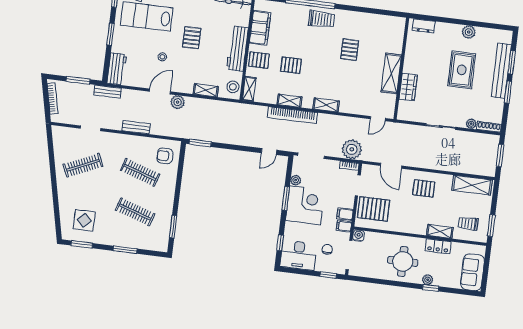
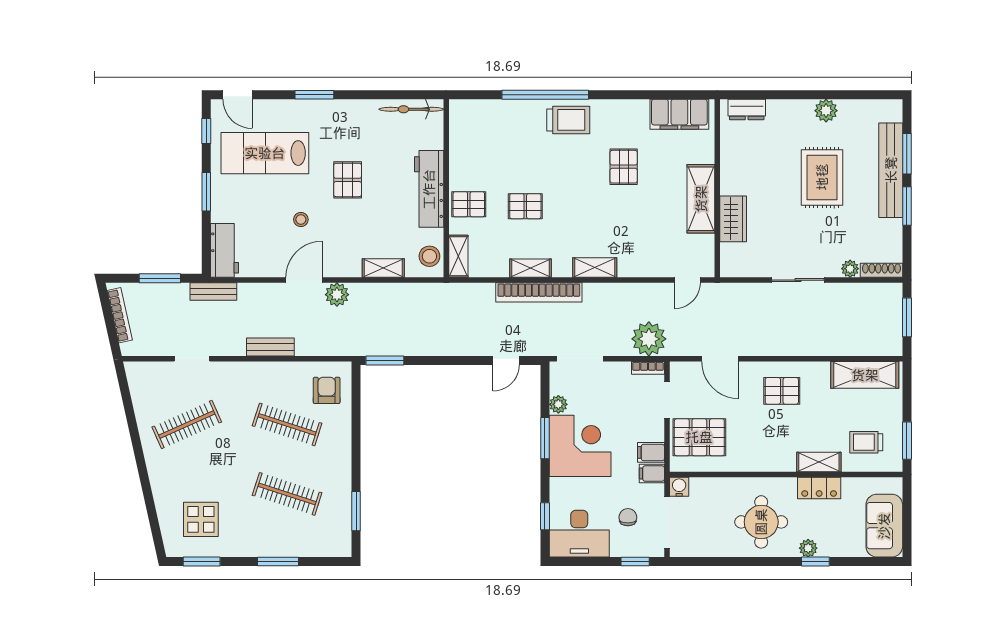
filing cabinet: (260, 28) -> (679, 114), moved, turned 90
armchair: (165, 156) -> (327, 390), turned 90

